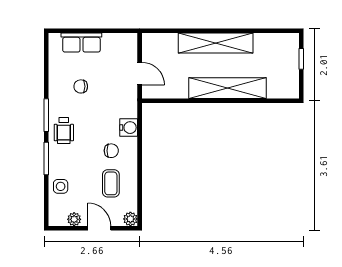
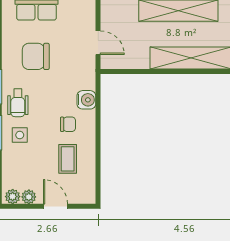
chair: (81, 86) -> (36, 56), width x1.87, depth x1.87
side table: (61, 186) -> (20, 135), moved
plant: (130, 219) -> (13, 197), moved

